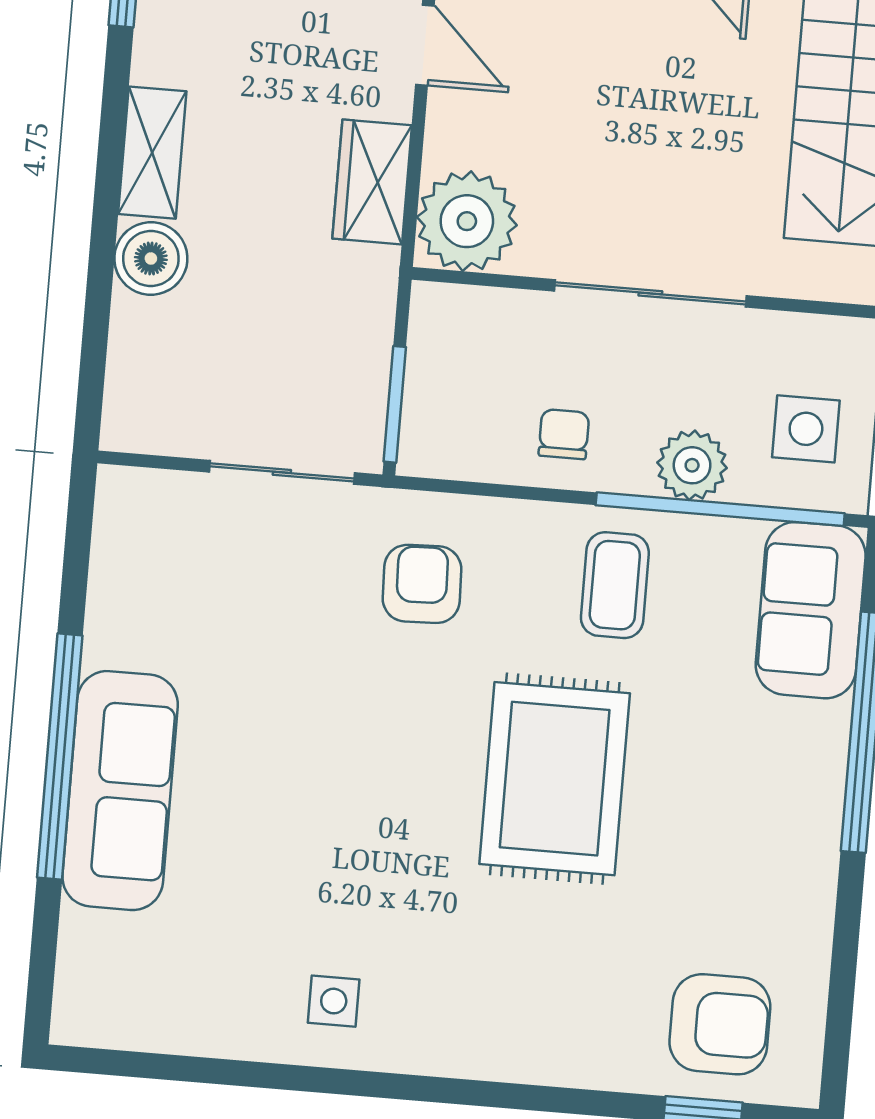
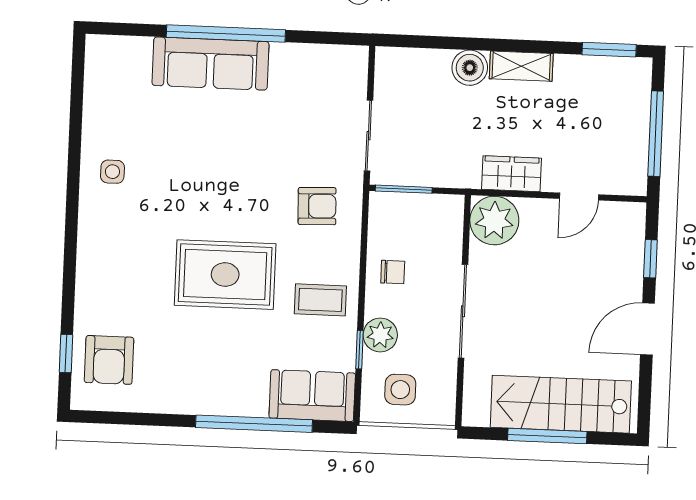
window: (720, 509) -> (359, 350), width x0.32

